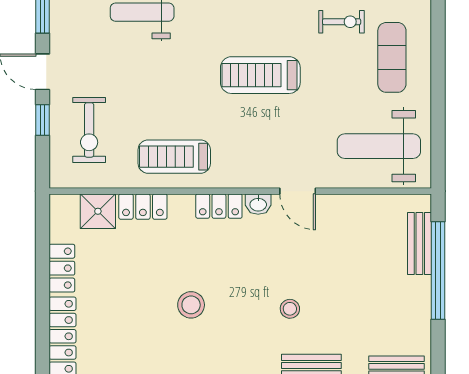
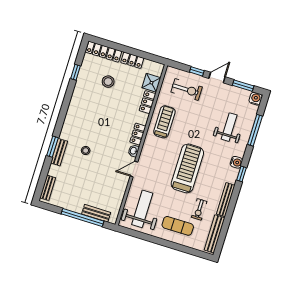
treadmill: (260, 75) -> (187, 168), width x1.37, depth x1.38
exercise bike: (89, 130) -> (187, 90), turned 180
stool: (191, 305) -> (108, 82), moved

